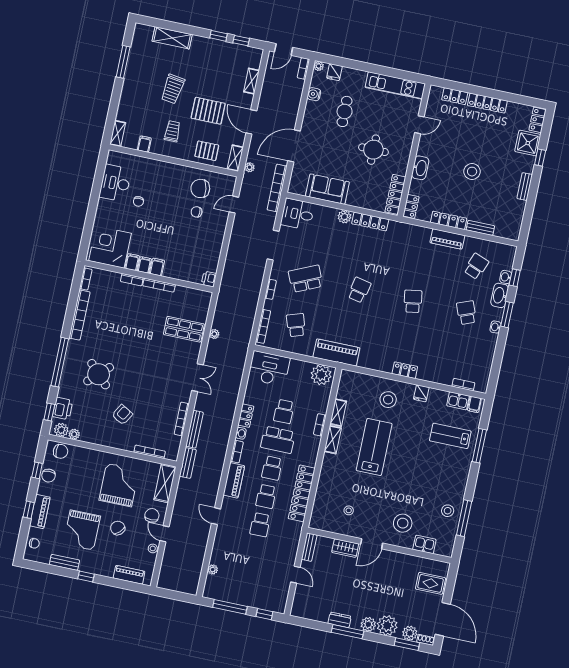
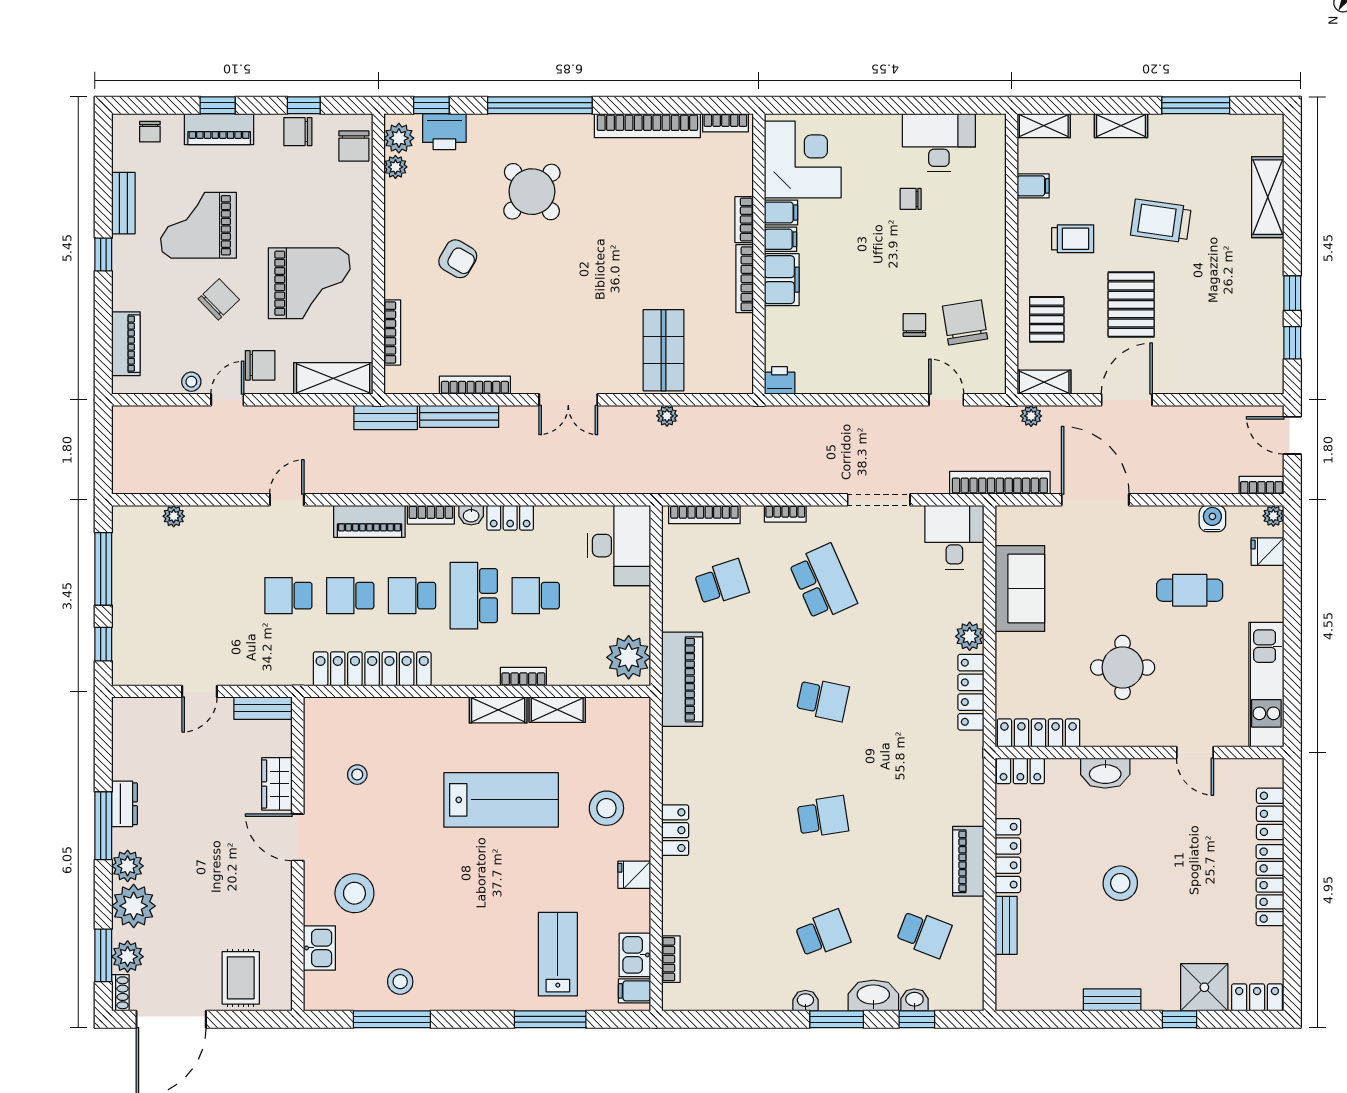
shelving: (252, 81) -> (1121, 126), moved
filing cabinet: (157, 267) -> (782, 280), width x2.00

